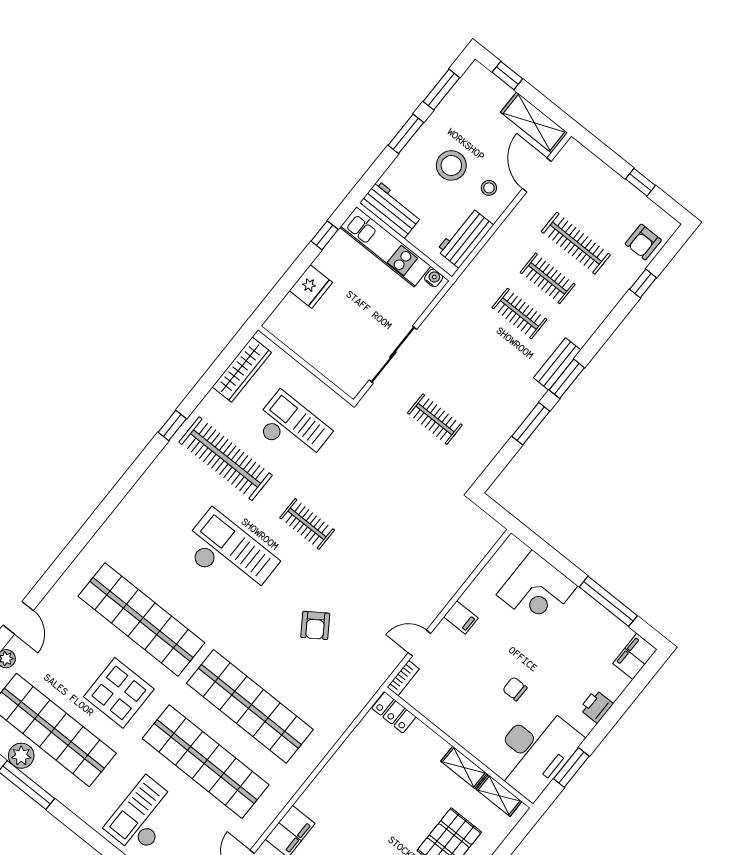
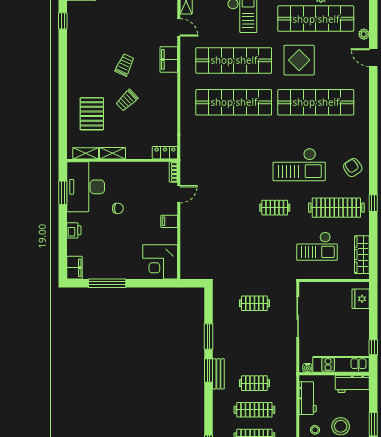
clothes rail: (548, 278) -> (254, 410), width x1.36
fridge: (311, 286) -> (361, 299), moved
corner desk: (537, 590) -> (160, 262), moved, turned -90
armchair: (315, 625) -> (353, 167), moved
trolley: (389, 822) -> (127, 100), added

